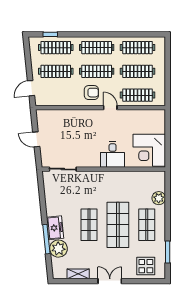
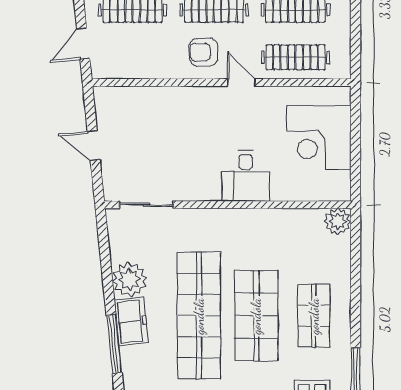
armchair: (91, 93) -> (204, 52), turned 180
corner desk: (149, 150) -> (319, 138), moved
plant: (159, 198) -> (338, 221), moved
shop shelf: (89, 225) -> (199, 316), width x2.00, depth x1.36
plant: (58, 249) -> (129, 279), moved

